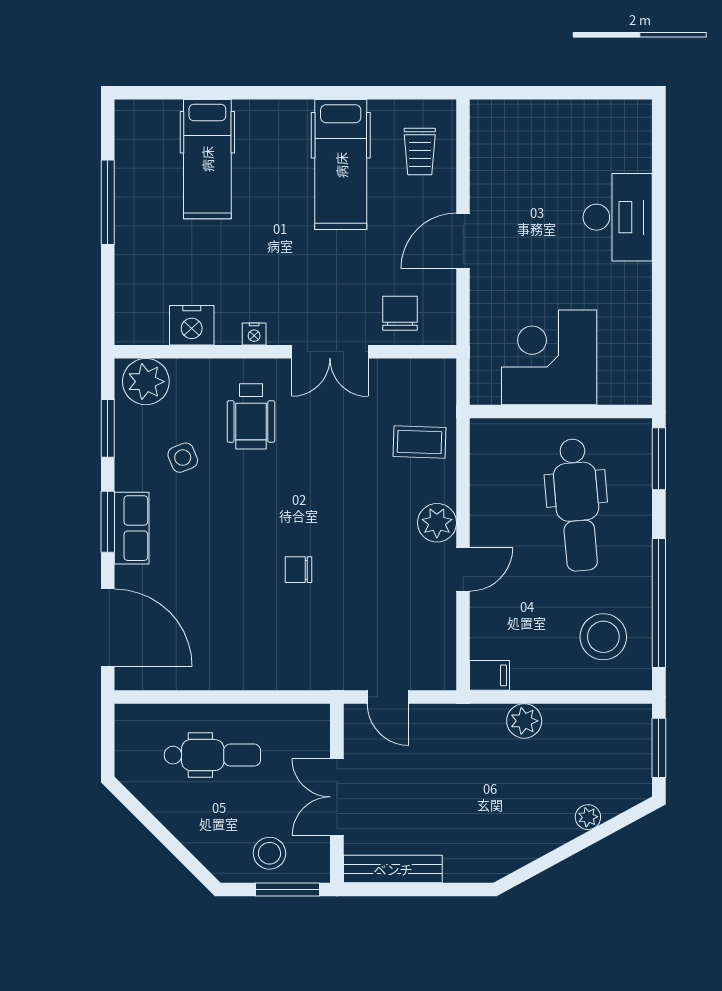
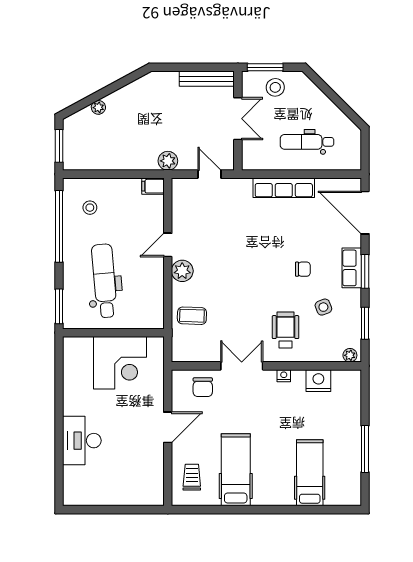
plant: (146, 382) -> (350, 355), width x0.53, depth x0.53
chair: (298, 570) -> (303, 269), moved
stool: (603, 637) -> (90, 208), width x0.53, depth x0.53
row of seats: (254, 672) -> (284, 188), added
plant: (524, 721) -> (168, 161), moved

